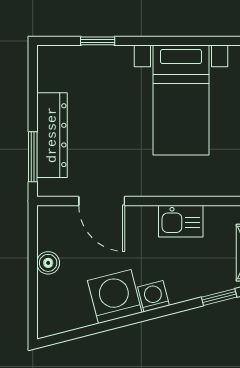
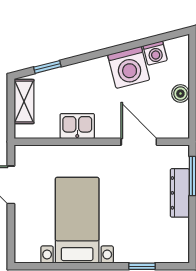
dresser: (52, 135) -> (180, 193), width x0.73, depth x0.80
washing machine: (153, 296) -> (155, 53), moved

